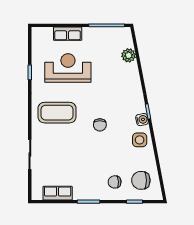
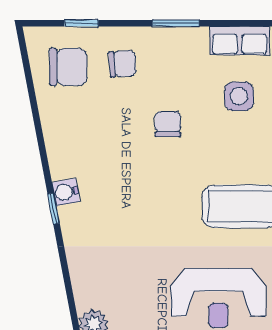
chair: (100, 125) -> (168, 124), moved
side table: (140, 140) -> (239, 96), moved

